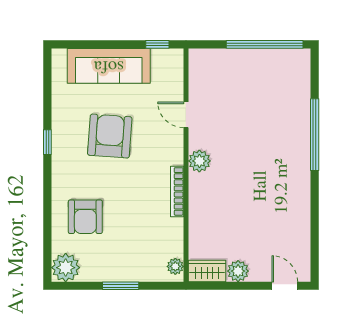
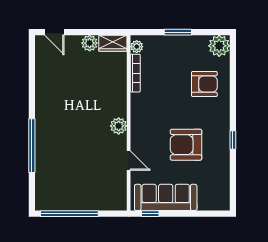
sofa: (109, 66) -> (166, 197), moved
armchair: (110, 136) -> (186, 145), turned 86
bookcase: (177, 191) -> (135, 73), moved
armchair: (85, 217) -> (204, 84), turned 90

